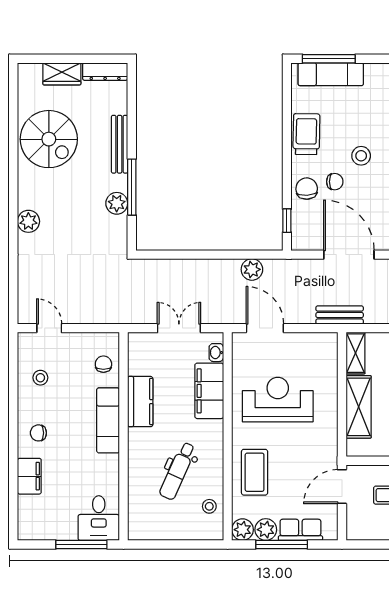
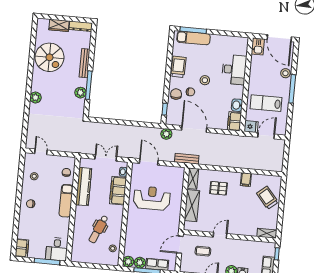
plant: (252, 269) -> (166, 134), moved
kitchen counter: (140, 402) -> (84, 187), width x1.50
coffee table: (255, 472) -> (137, 233), removed
filing cabinet: (29, 476) -> (22, 248), moved

